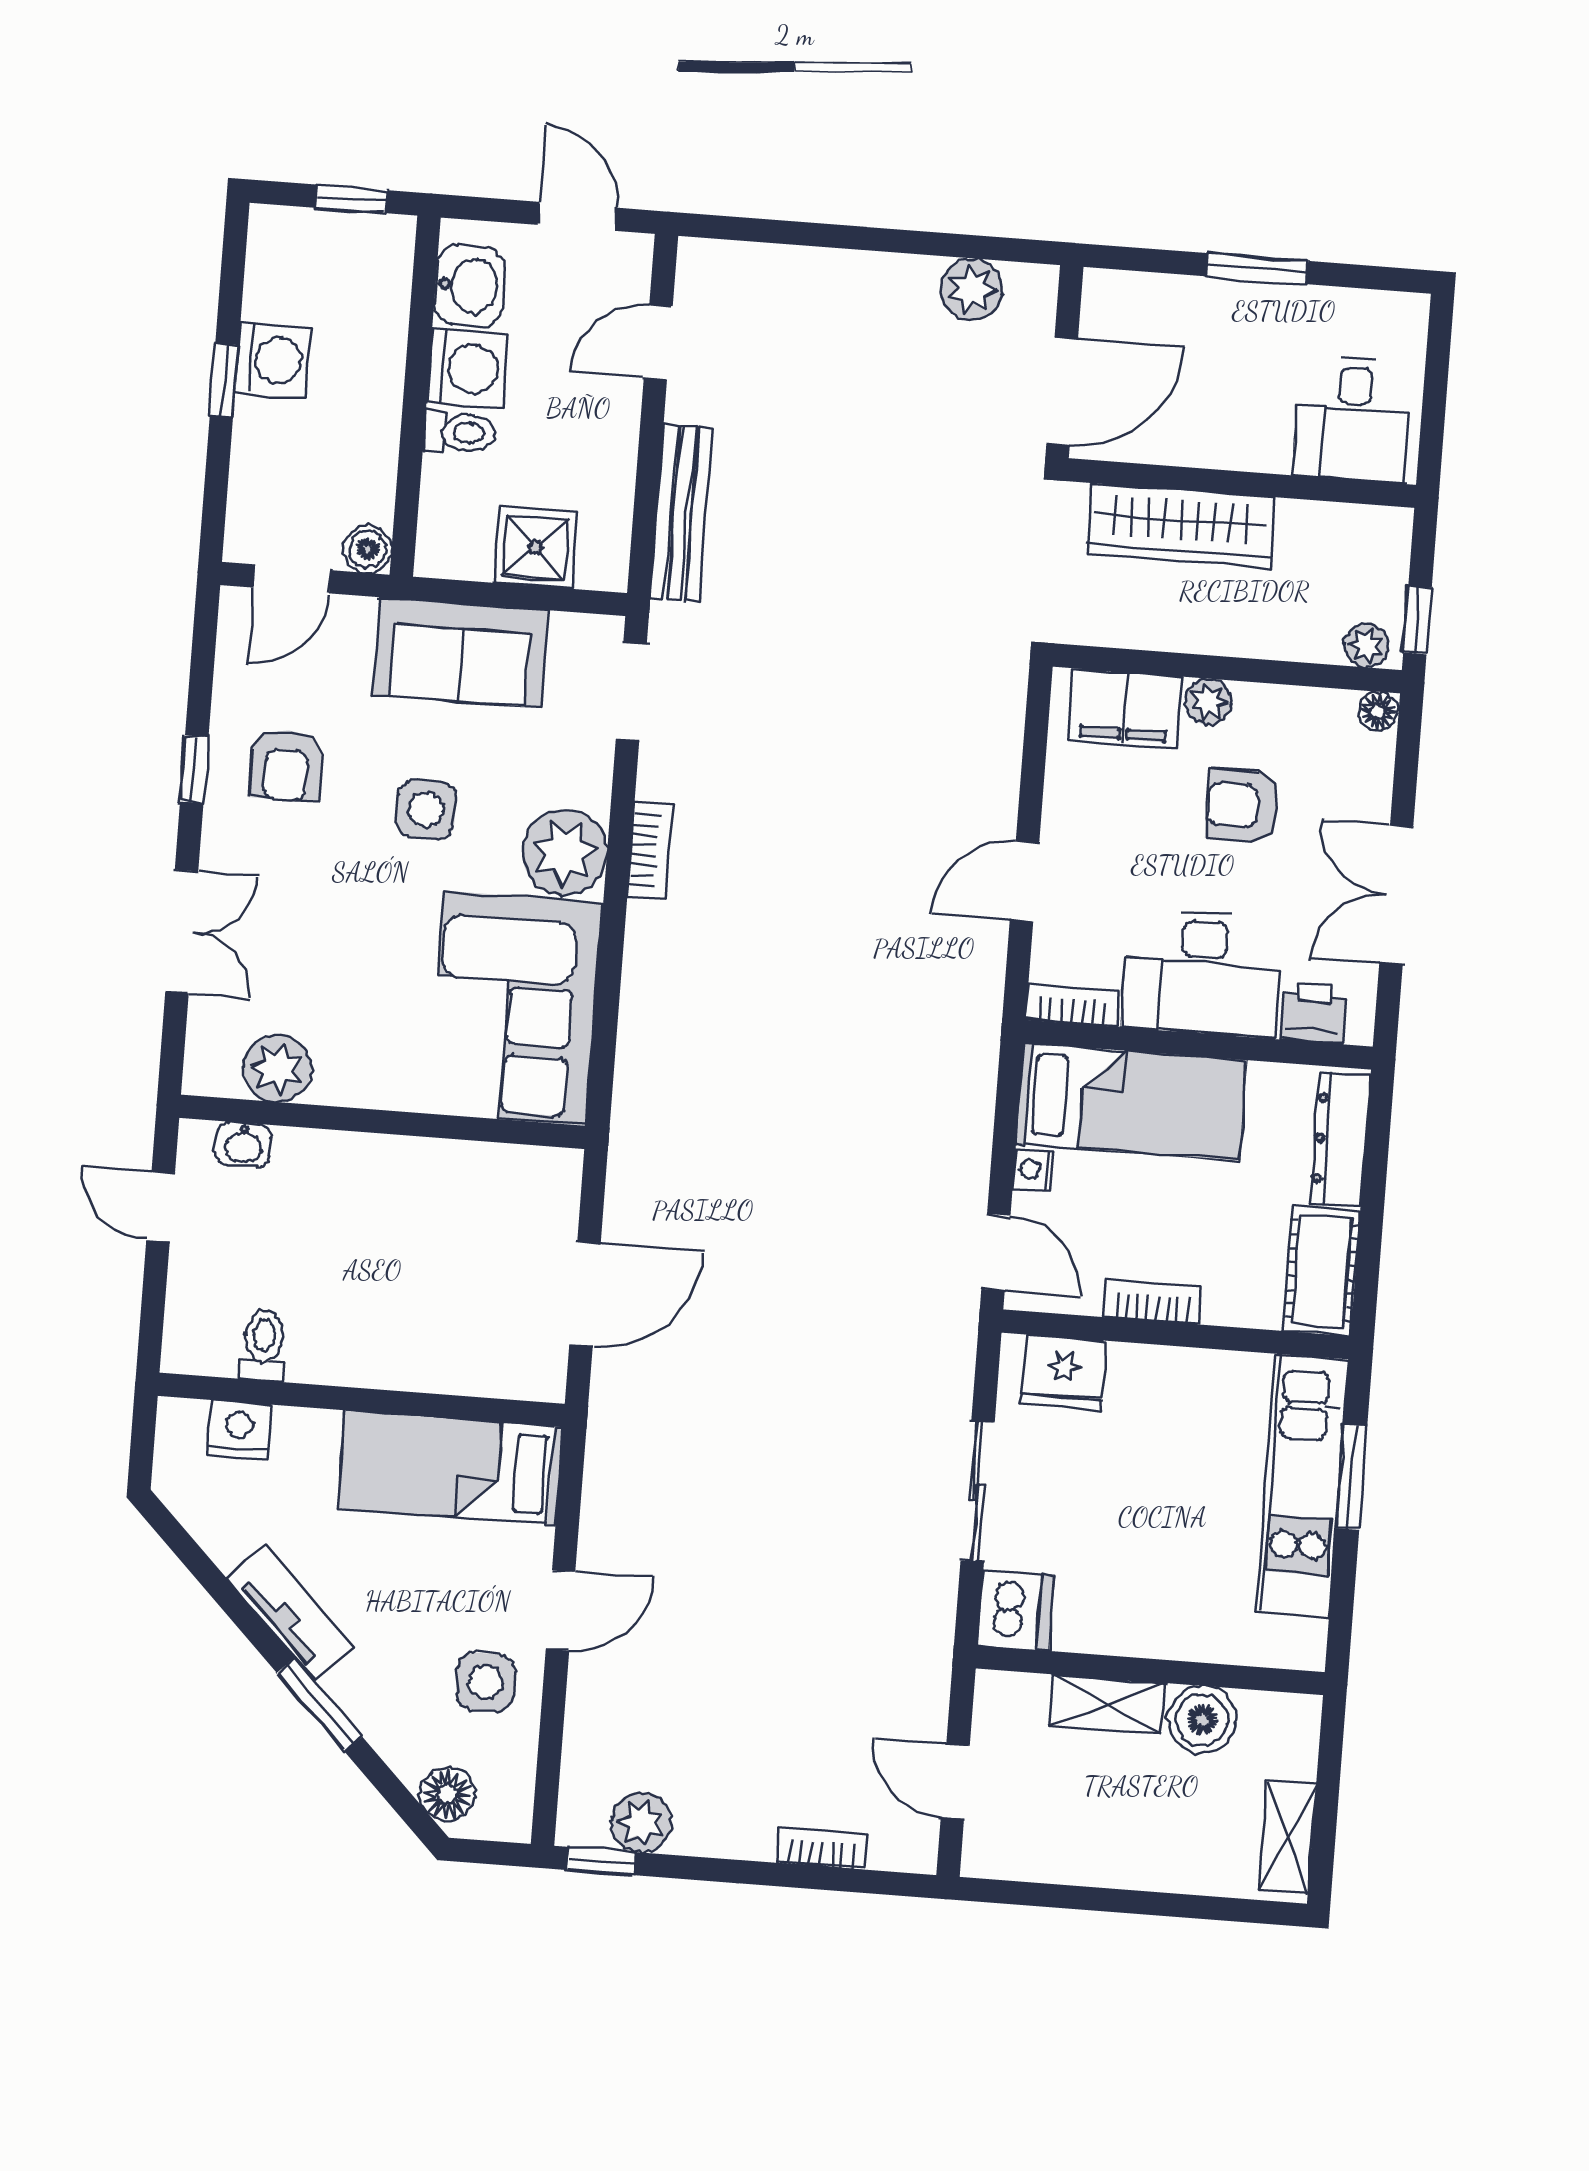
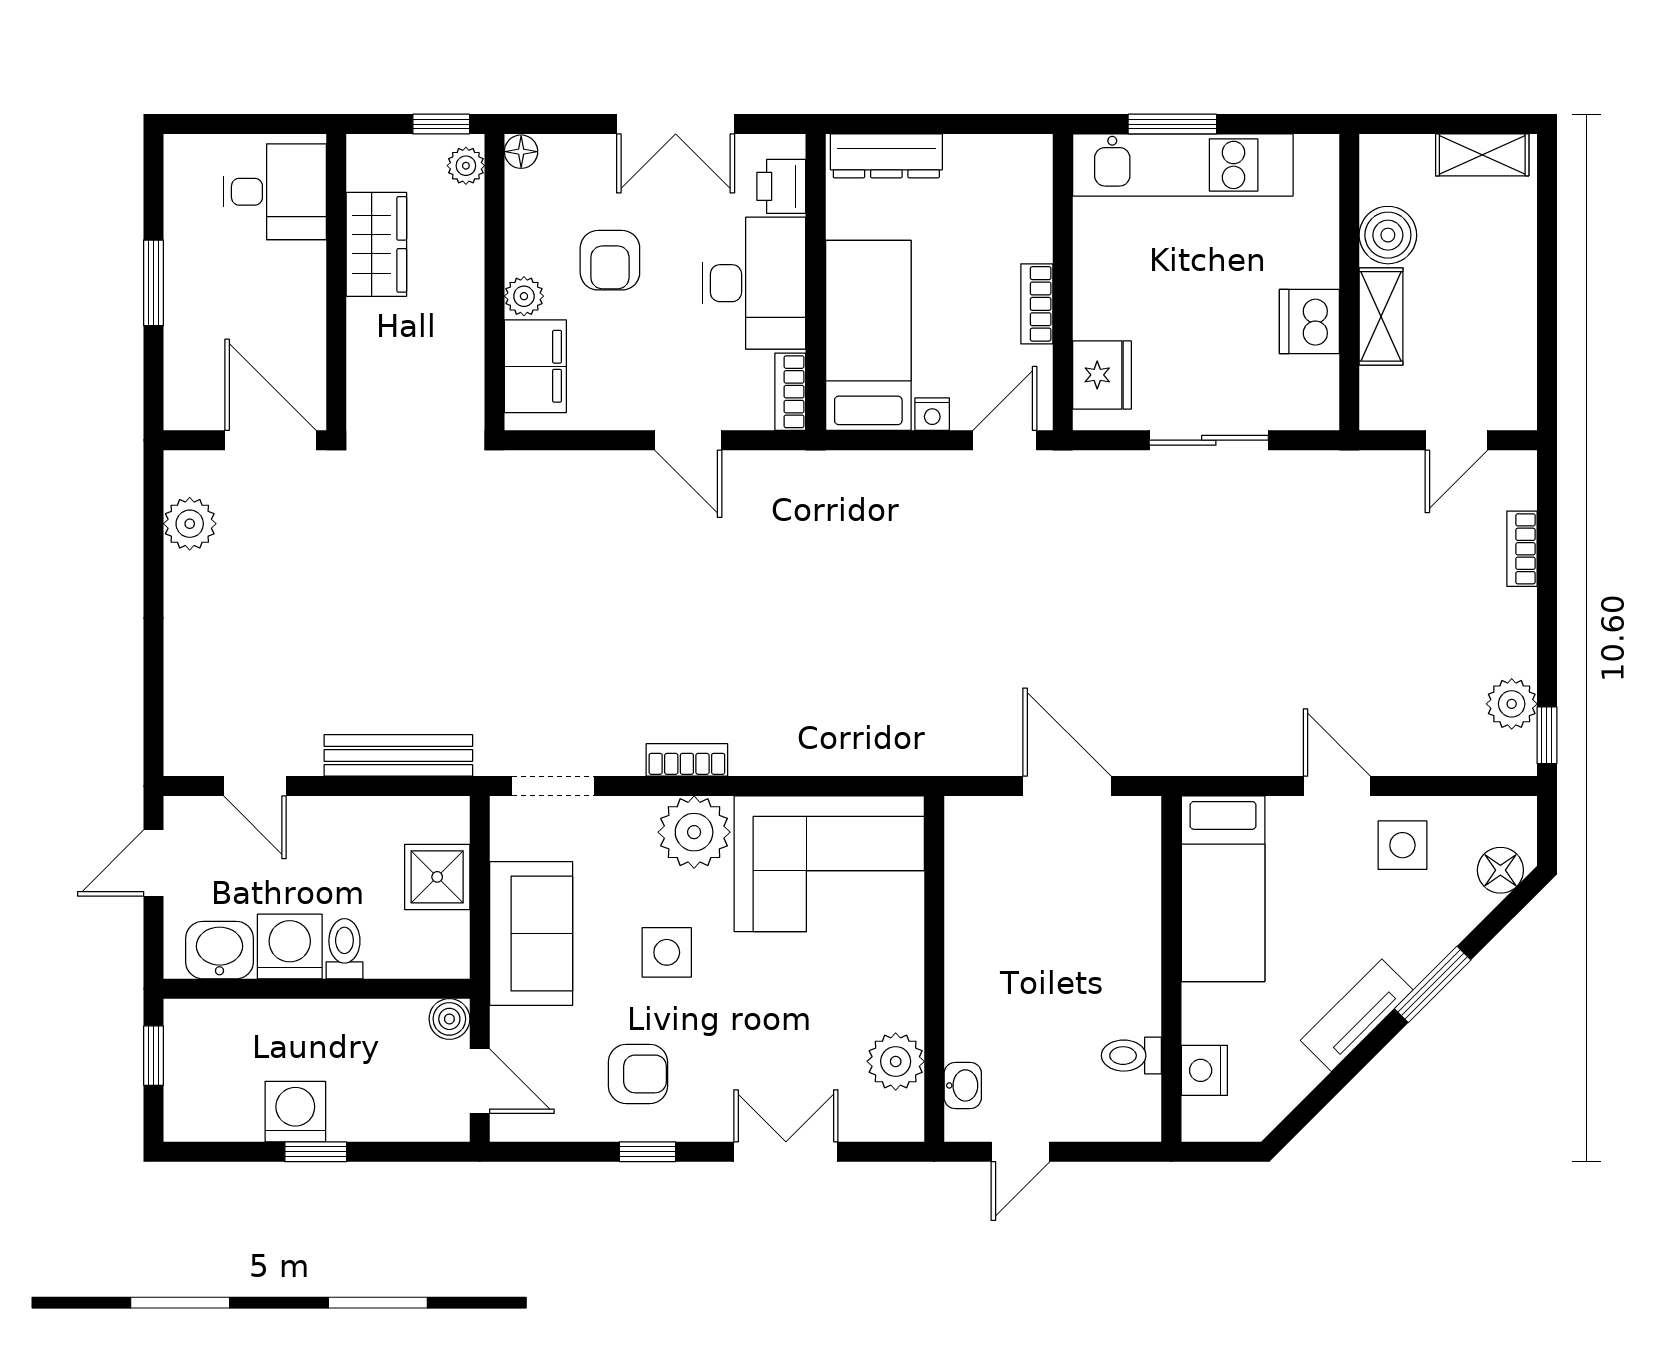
wardrobe: (1181, 526) -> (376, 244), moved, width x0.67
cot: (1322, 1271) -> (1000, 163), removed
dishwasher: (1015, 1610) -> (1309, 321), moved, turned -90

